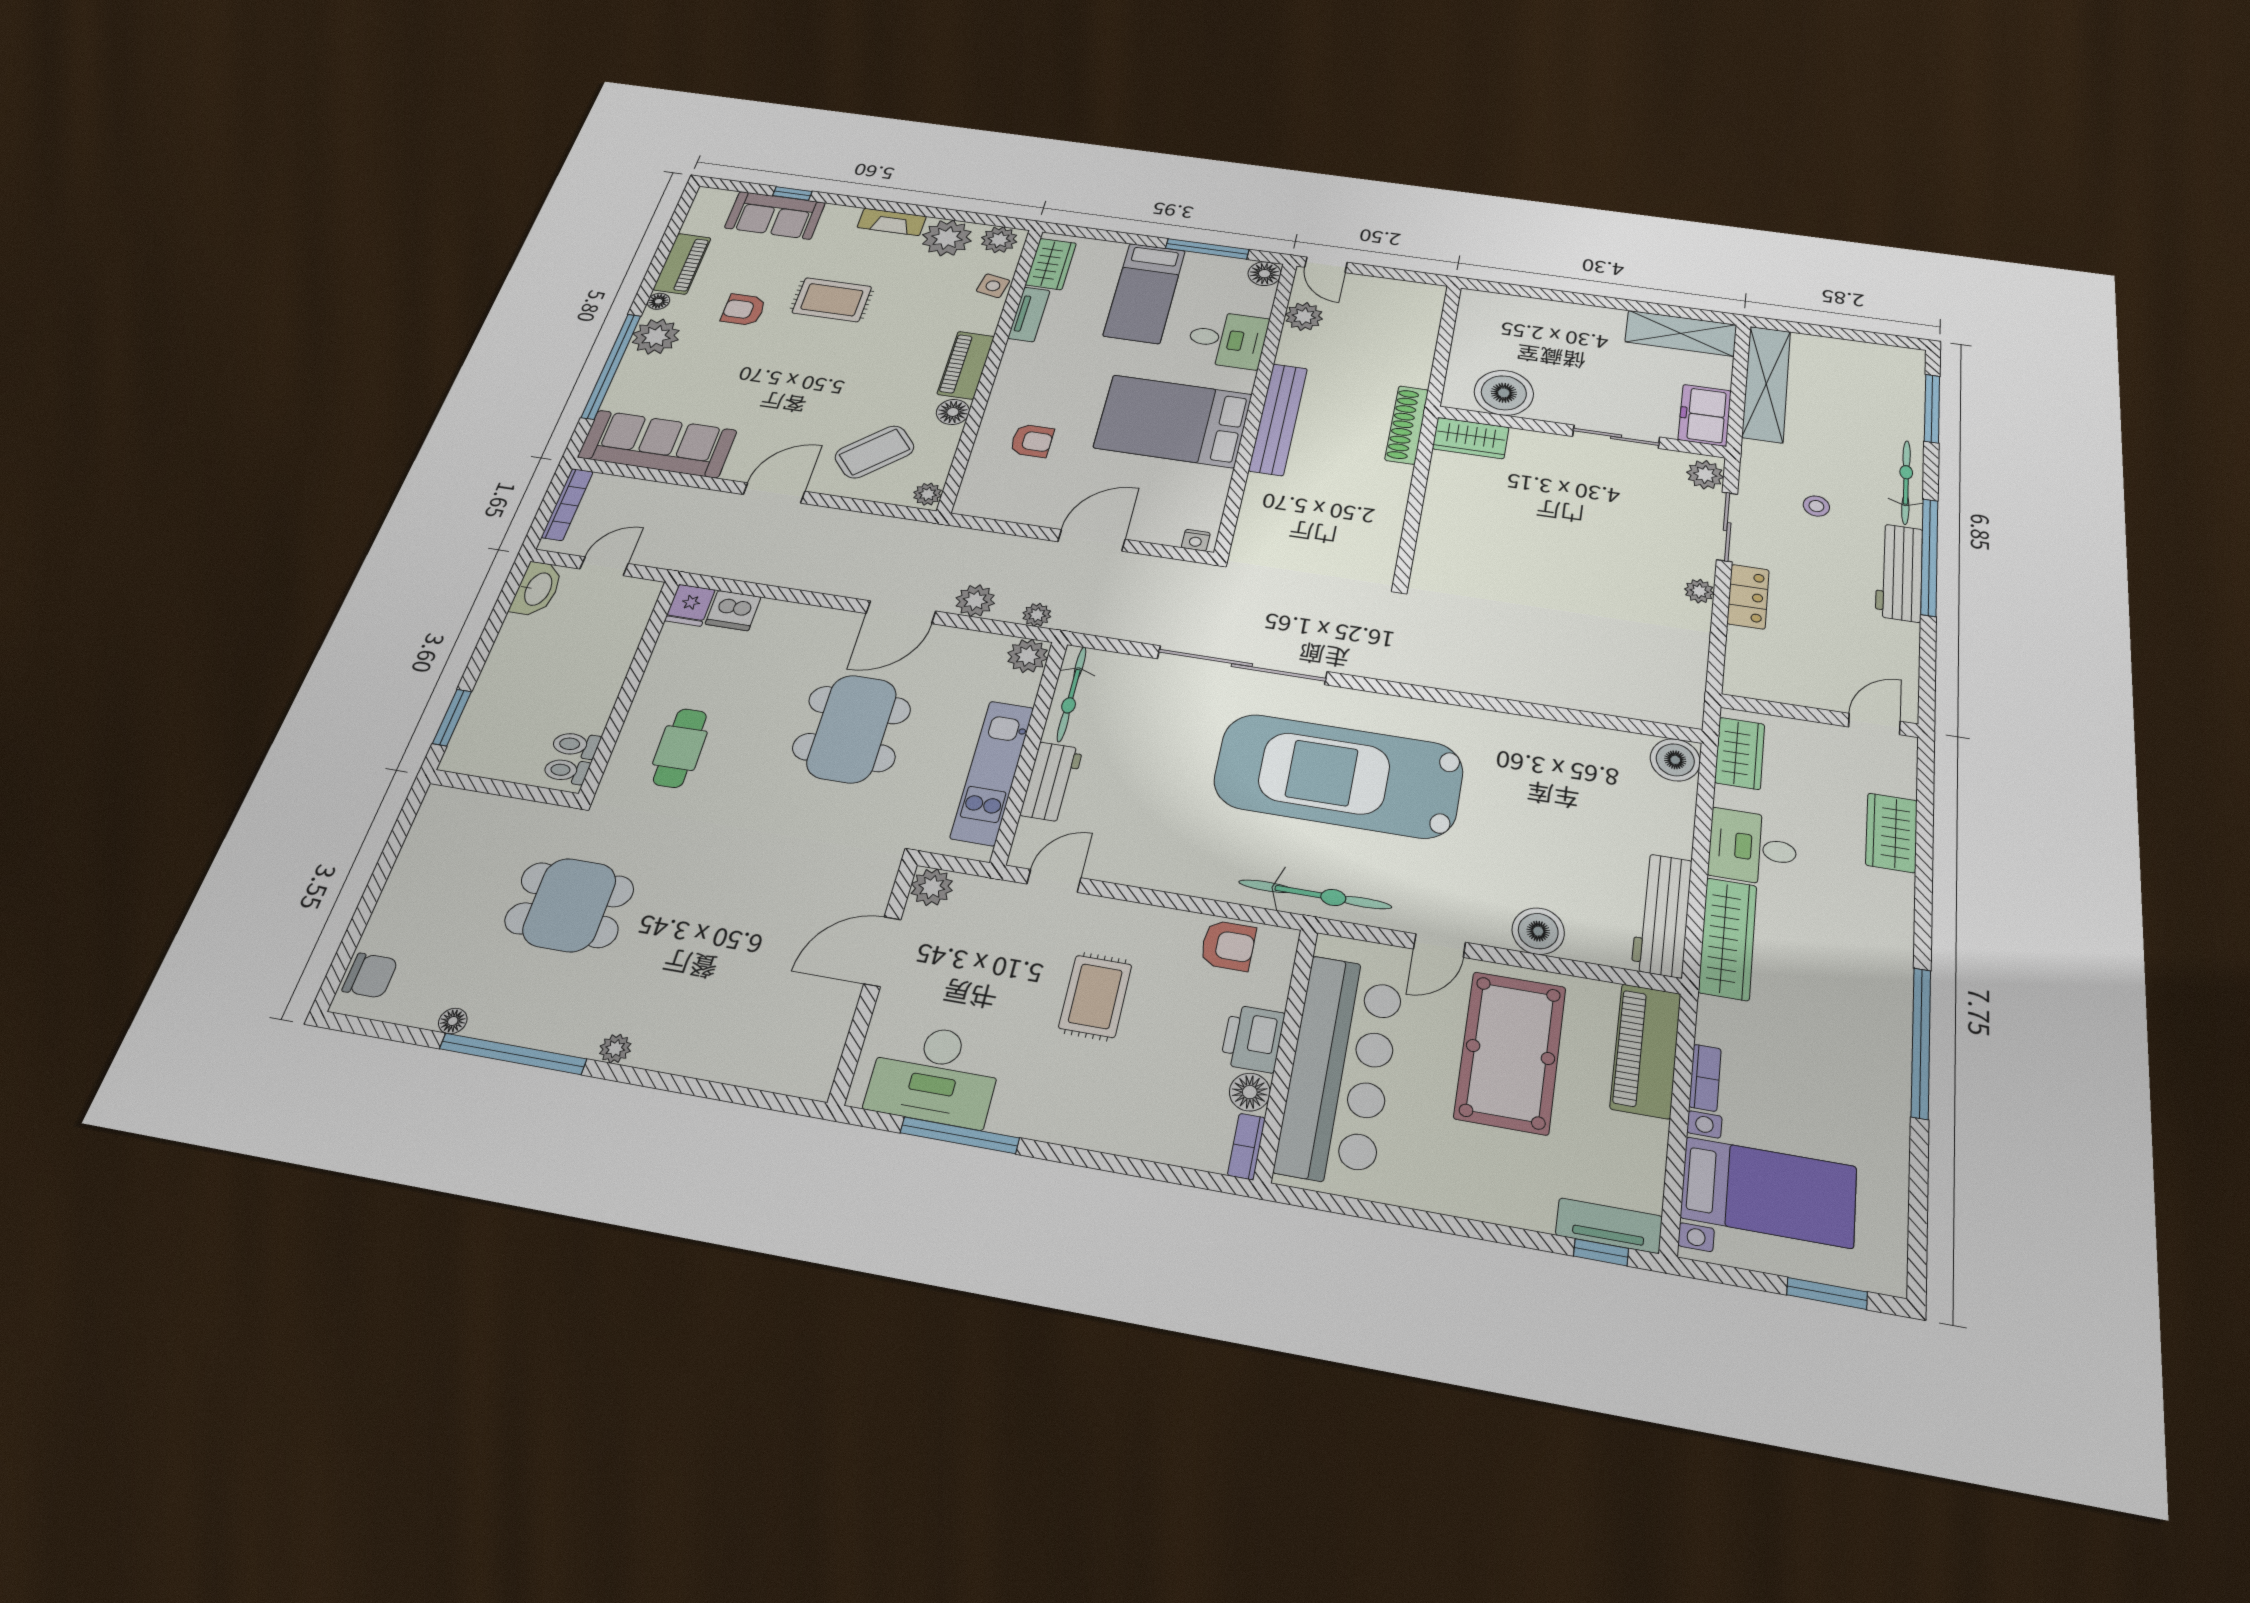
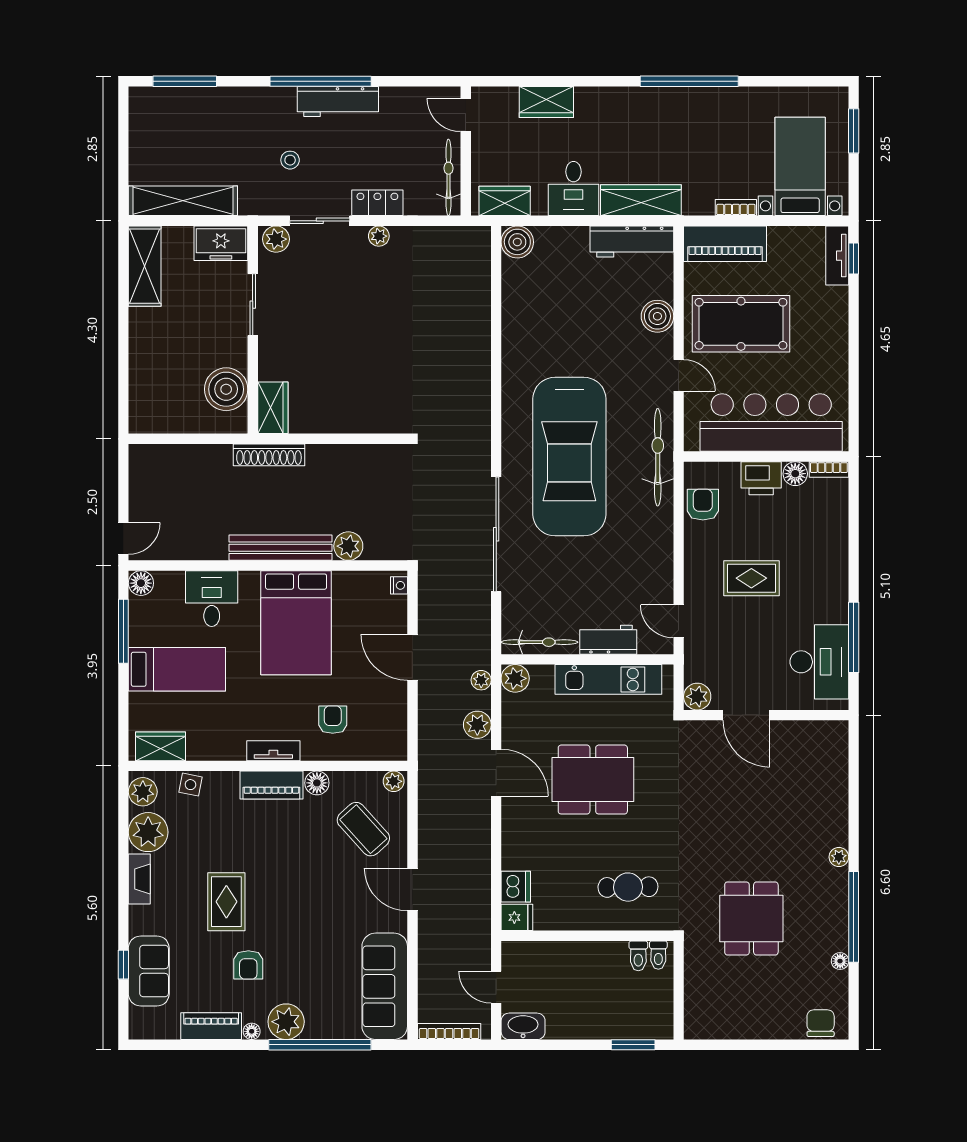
tv unit: (1029, 314) -> (273, 751), moved
plant: (1304, 316) -> (348, 546), moved
bicycle: (1906, 482) -> (448, 177), moved, turned 90

